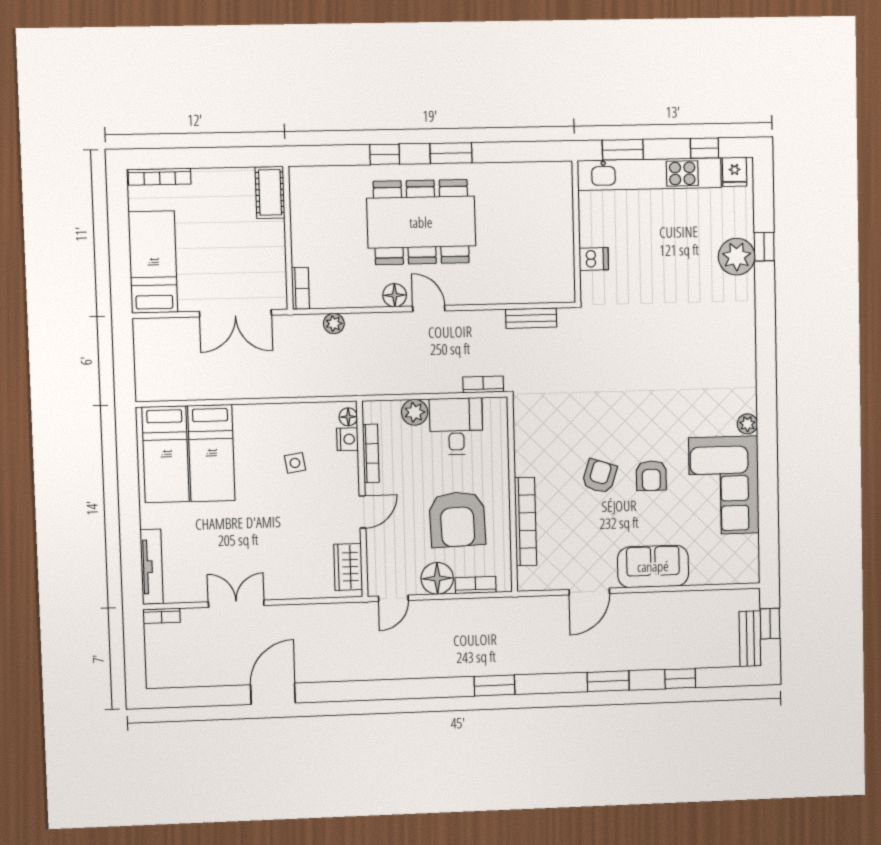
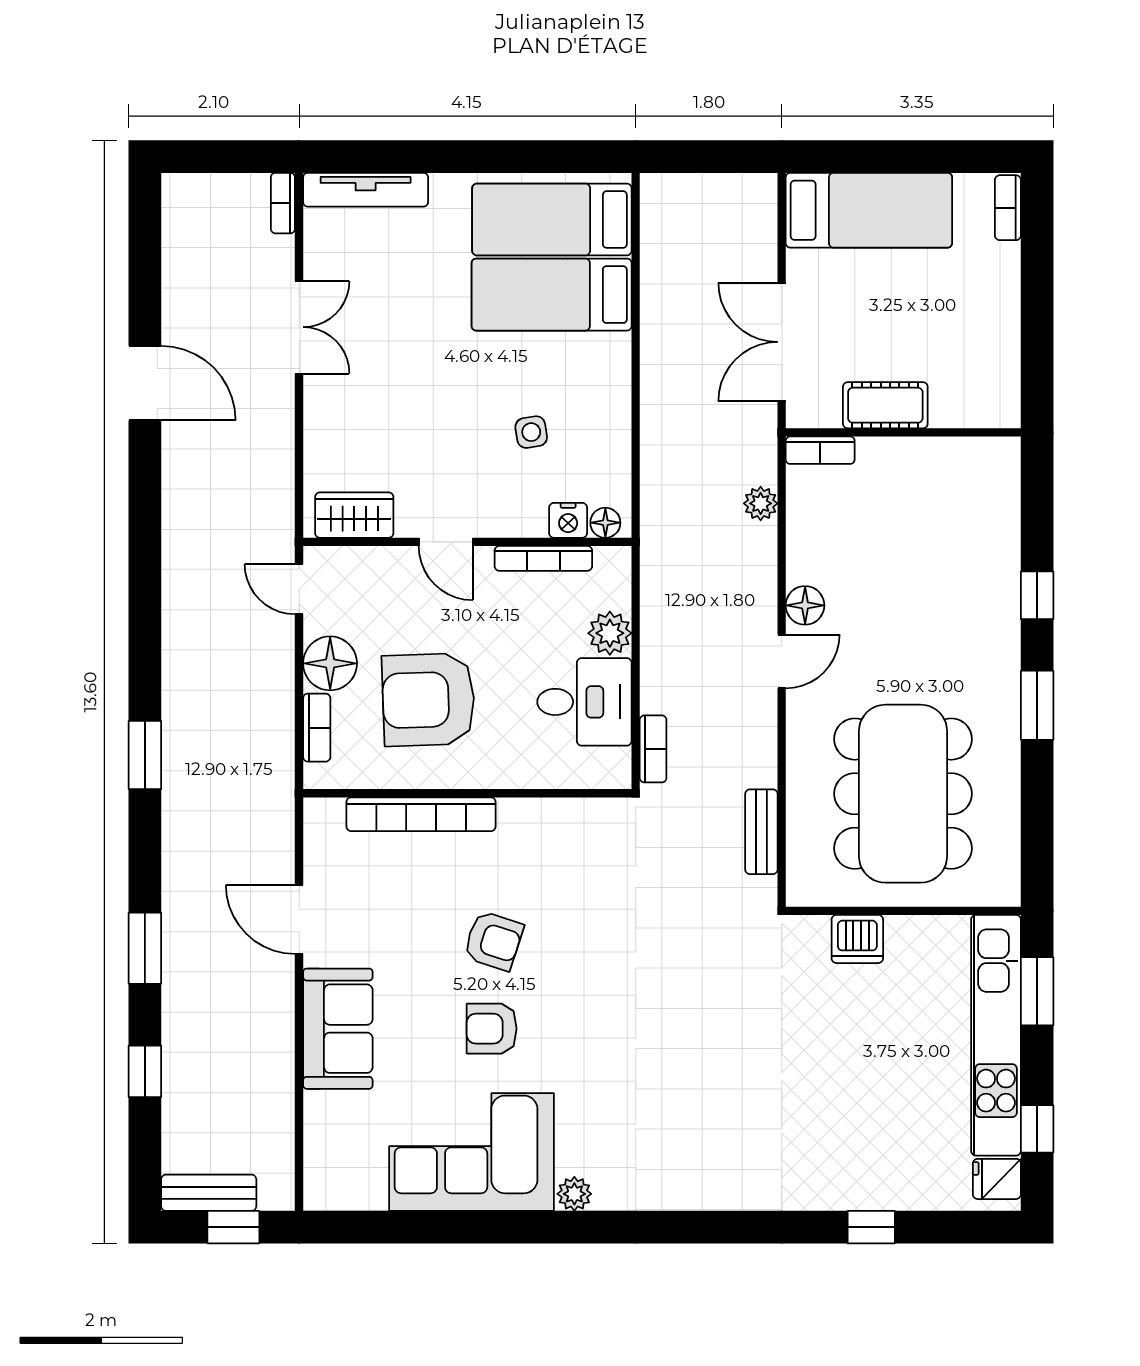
bookcase: (160, 177) -> (1008, 208), width x0.64
cot: (270, 192) -> (885, 405), moved
dining table: (421, 222) -> (903, 794), moved
plant: (737, 257) -> (856, 1180), removed
dishwasher: (594, 259) -> (857, 939), width x1.38

